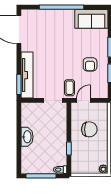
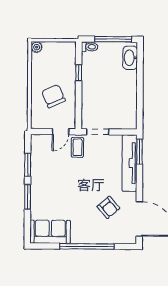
armchair: (90, 64) -> (108, 207), moved, turned 140
chair: (89, 129) -> (53, 96), turned 66
washbasin: (27, 137) -> (130, 58), moved

